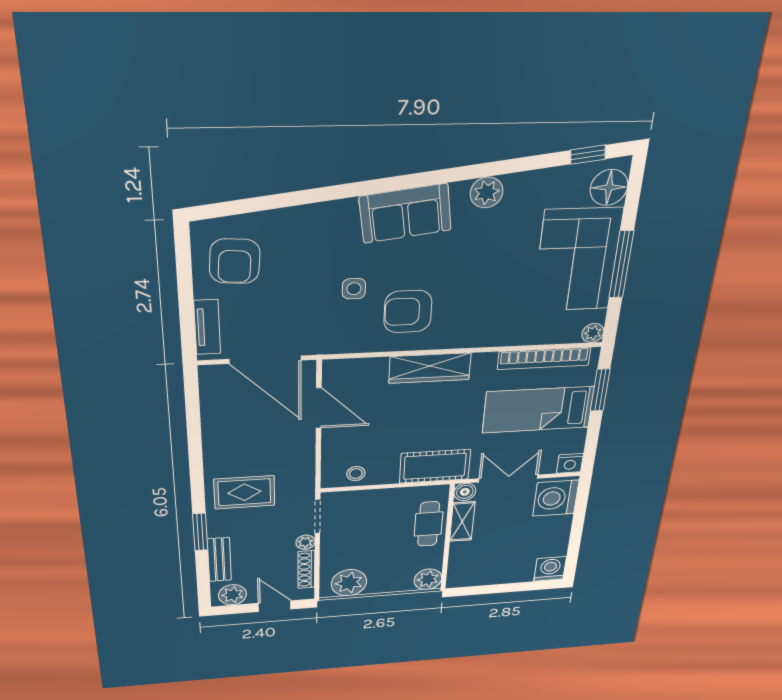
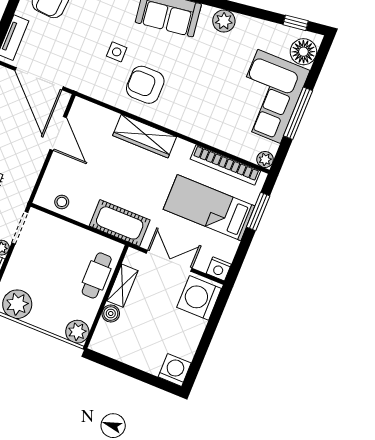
boiler: (465, 492) -> (111, 314), moved

